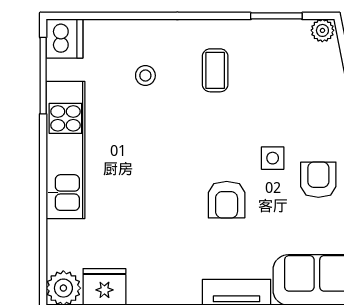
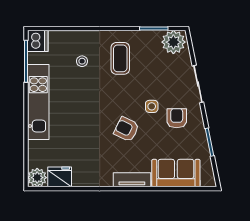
plant: (322, 30) -> (173, 42), width x1.87, depth x1.87
coffee table: (215, 70) -> (120, 58), width x1.36, depth x1.30
armchair: (227, 200) -> (126, 129), turned 116

